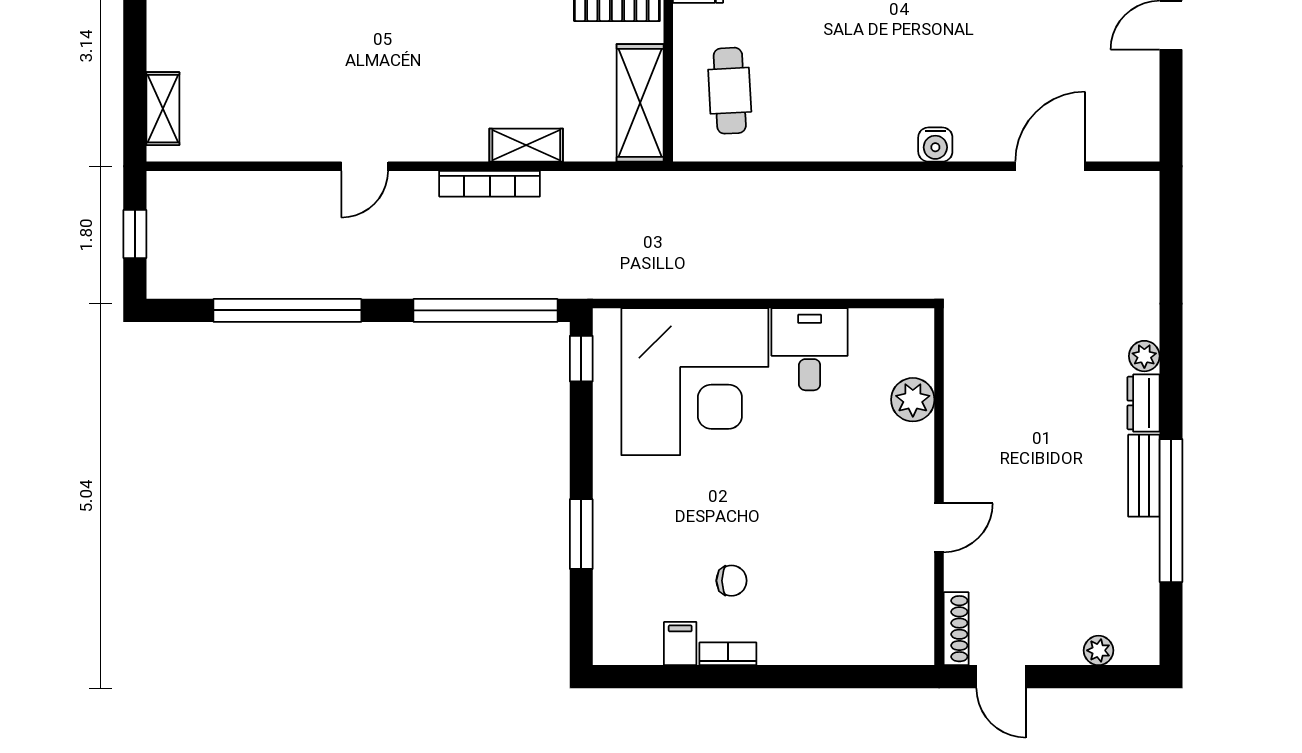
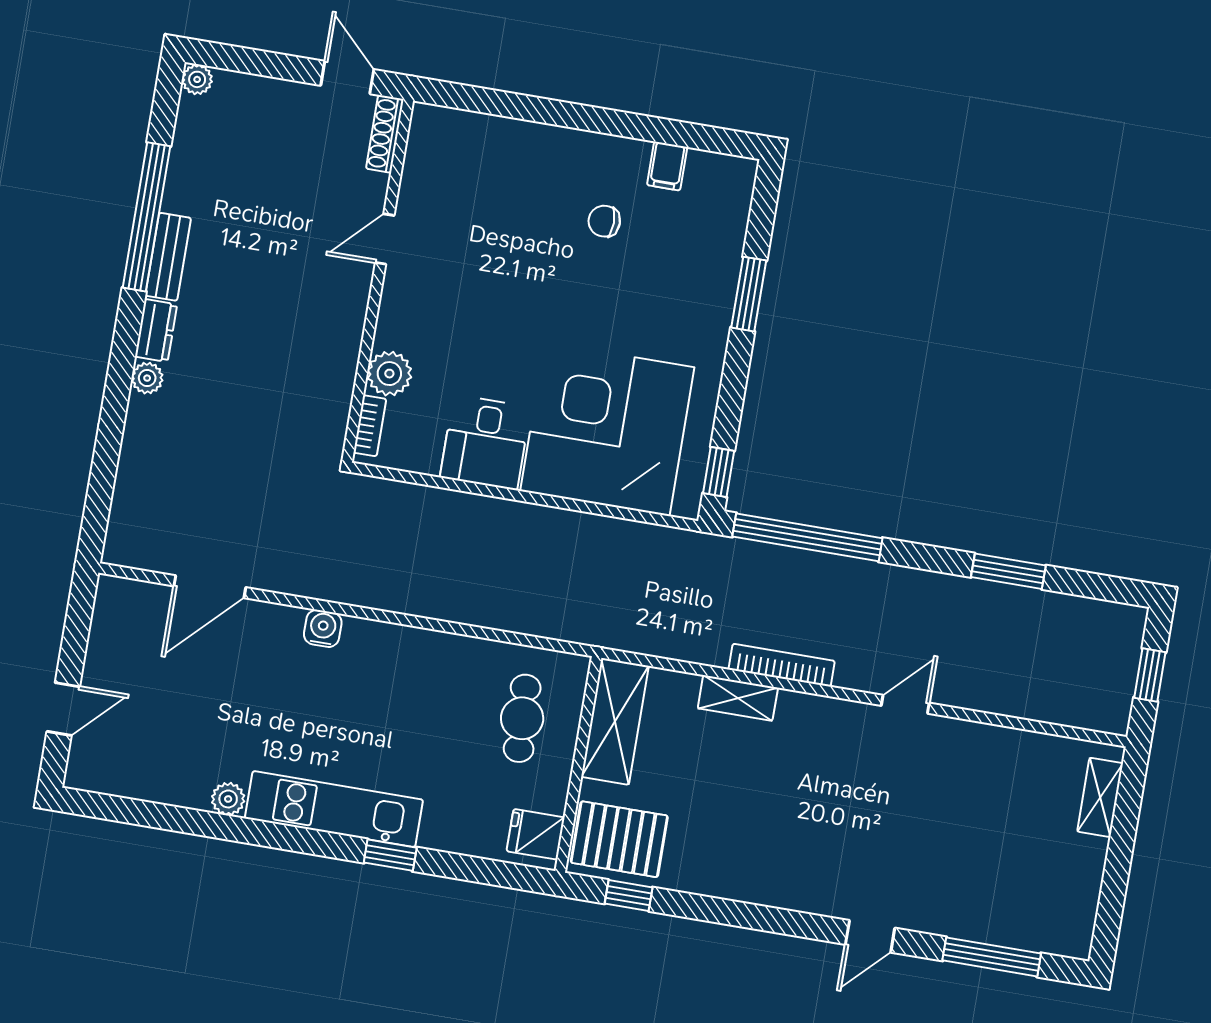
window: (287, 310) -> (1008, 571), width x0.47
plant: (1098, 650) -> (197, 79), moved
bookcase: (728, 654) -> (370, 426), moved, turned -90

